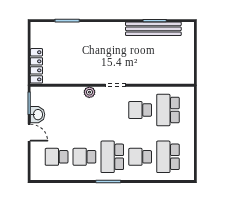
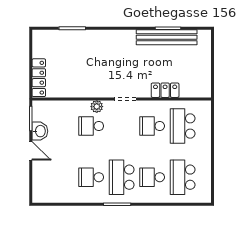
locker: (152, 77) -> (165, 90), added
school desk: (57, 157) -> (91, 126), moved

